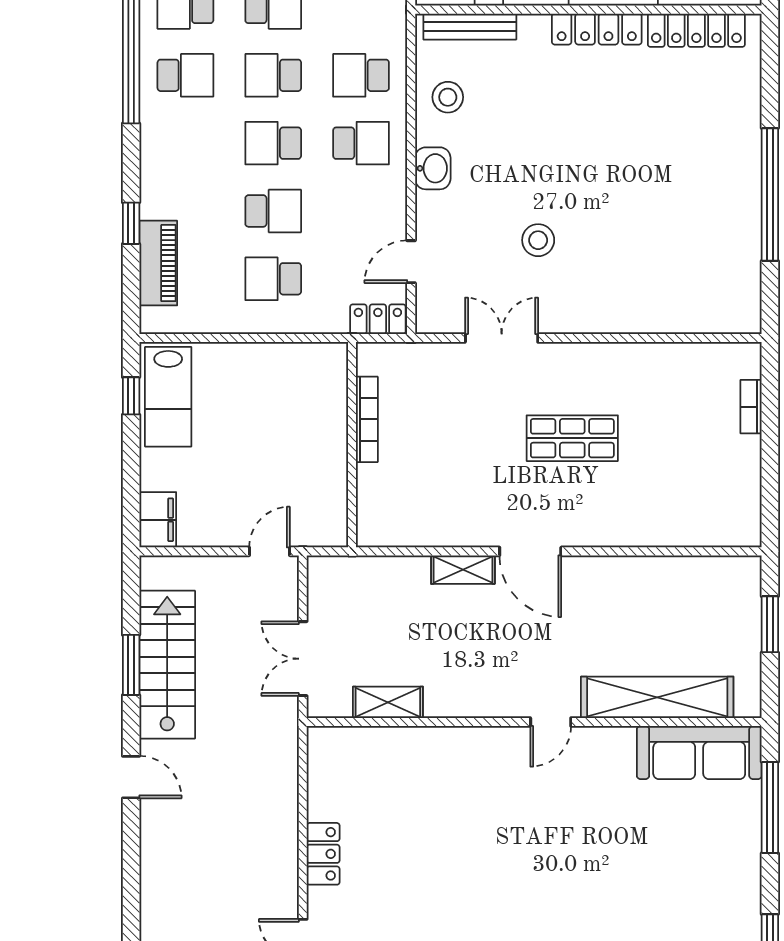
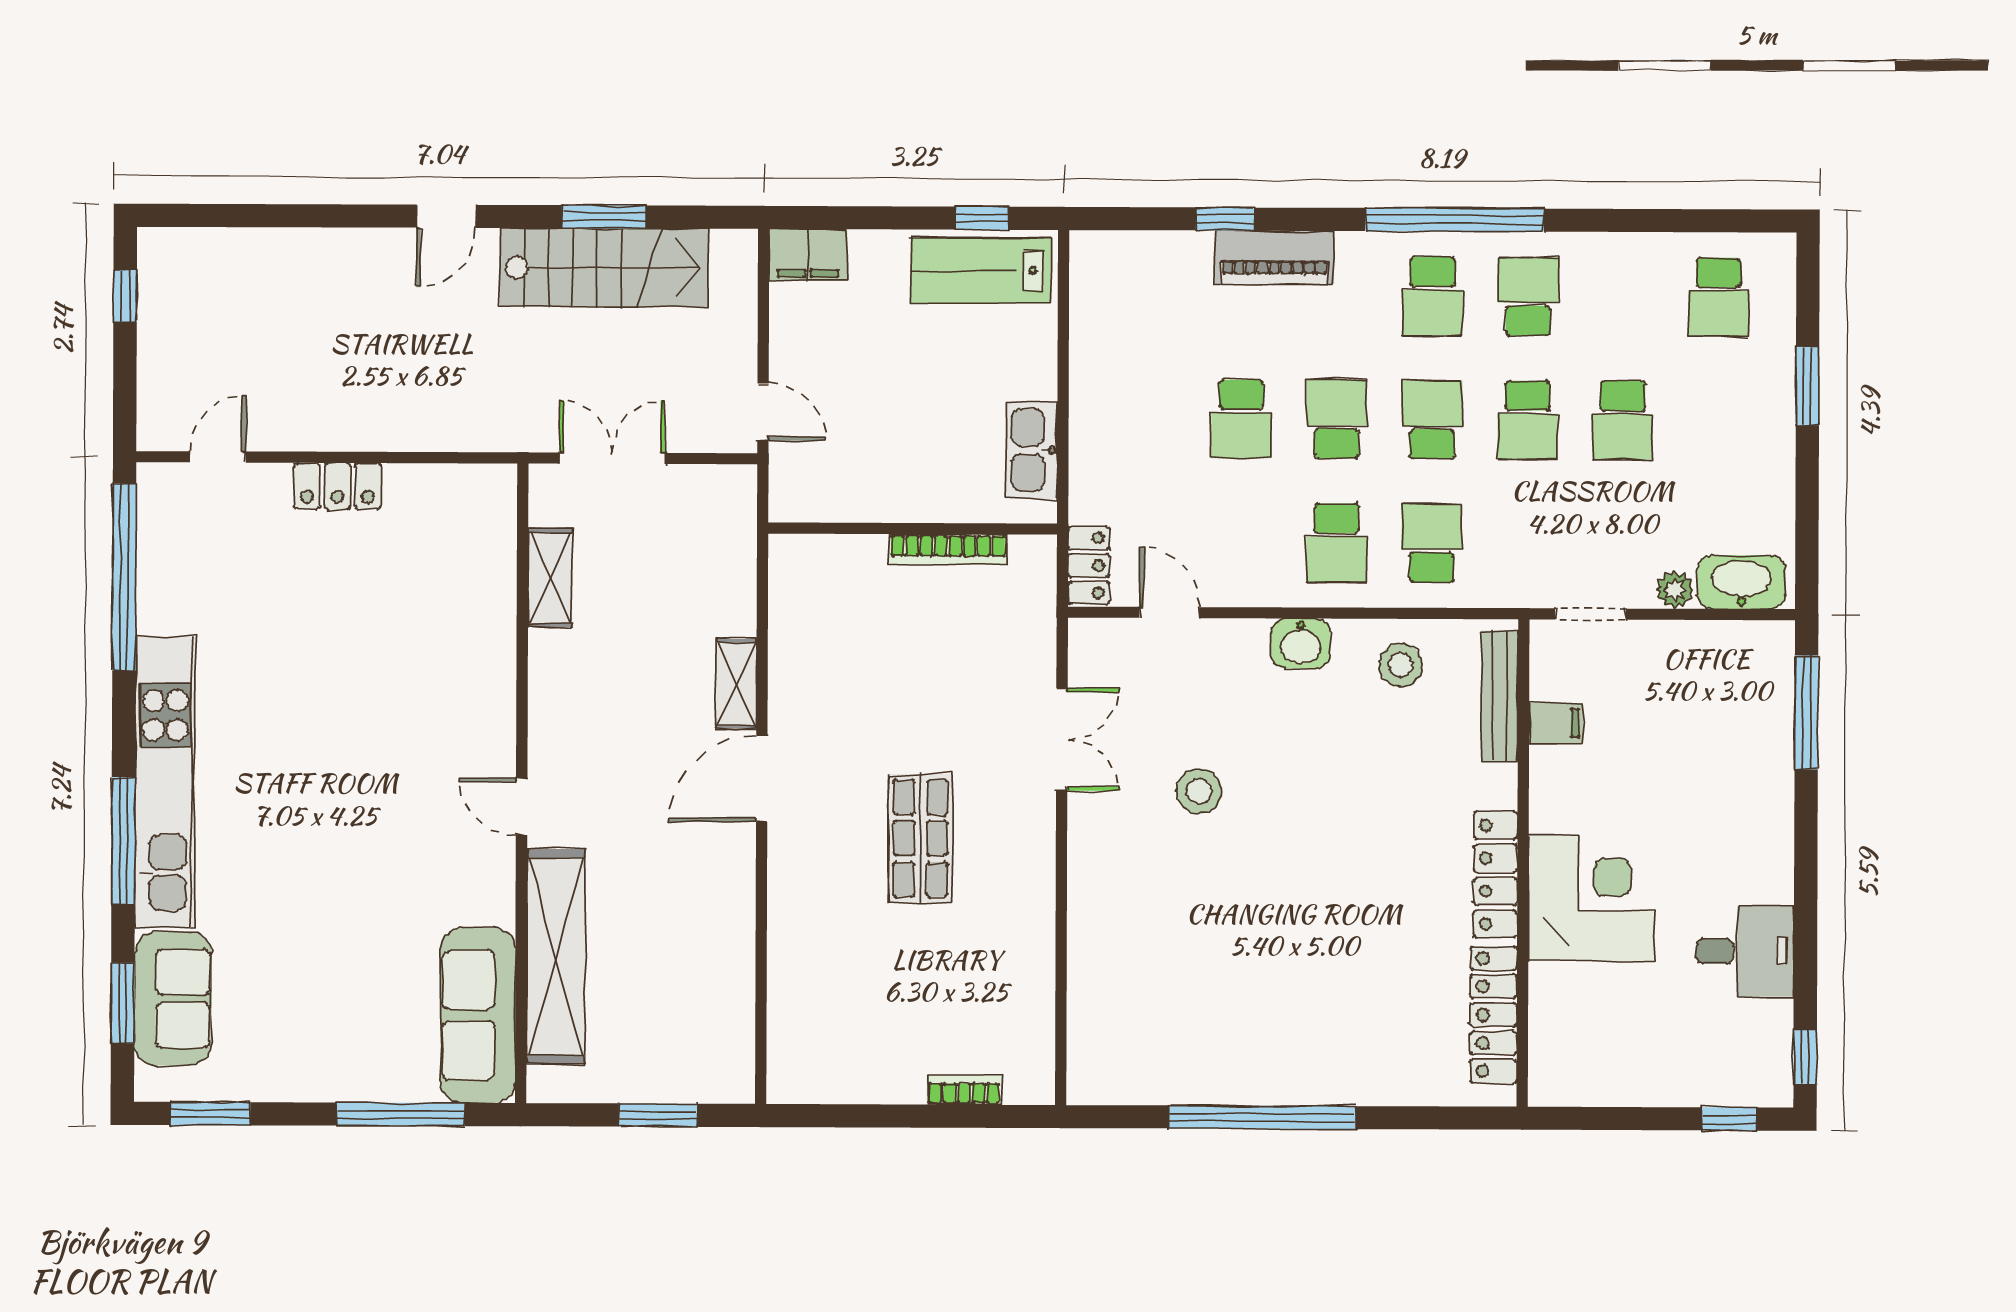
piano: (158, 263) -> (1274, 257), moved
school desk: (273, 279) -> (1146, 419), removed
kitchen sink: (296, 360) -> (1032, 450), added

